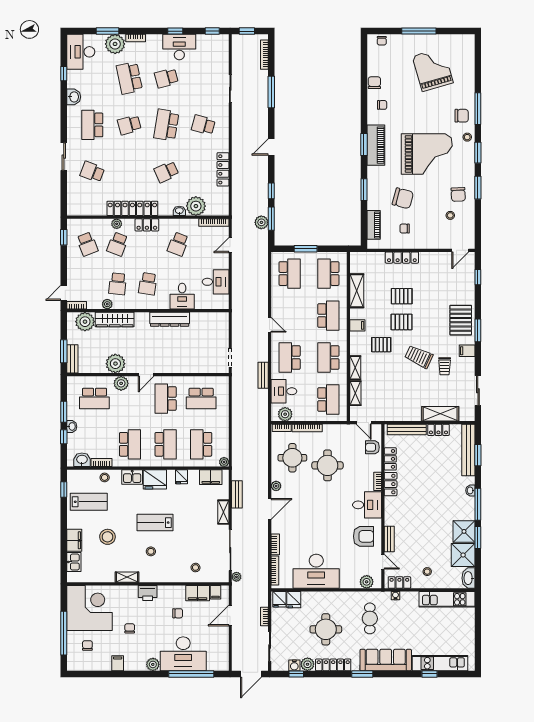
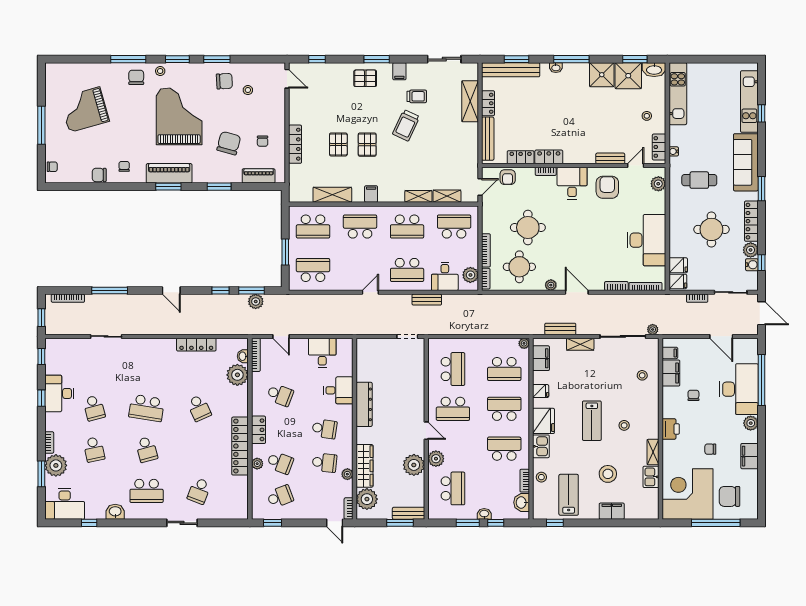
school desk: (129, 78) -> (94, 449), width x0.54
school desk: (203, 125) -> (147, 367), removed
washbasin: (179, 211) -> (243, 356), moved
pallet: (461, 320) -> (365, 78), width x0.67, depth x0.71
pallet: (381, 345) -> (393, 167), removed
window: (478, 538) -> (635, 59), moved
kitchen sink: (74, 562) -> (651, 477), moved, turned -90
door: (230, 615) -> (721, 336), moved
chair: (87, 645) -> (729, 496), width x1.87, depth x1.87
filing cabinet: (118, 663) -> (749, 456), width x2.00

